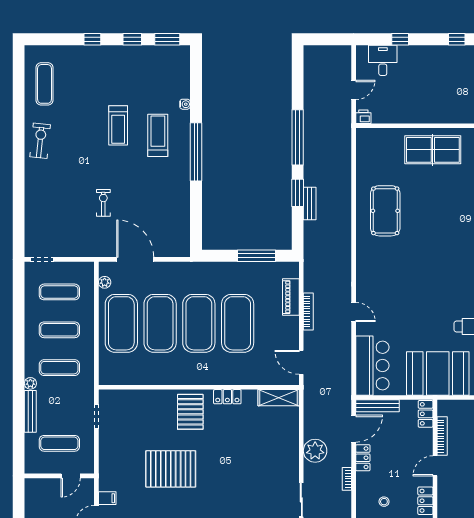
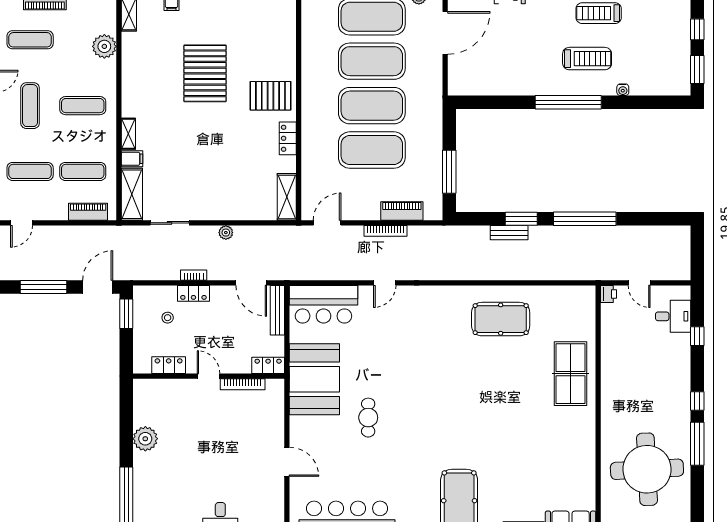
plant: (315, 451) -> (226, 233), width x0.53, depth x0.53
locker: (363, 458) -> (193, 293), moved

